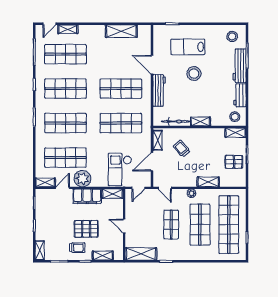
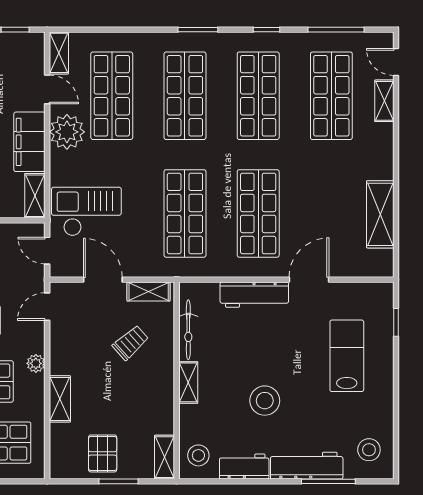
stool: (194, 74) -> (265, 401), moved

